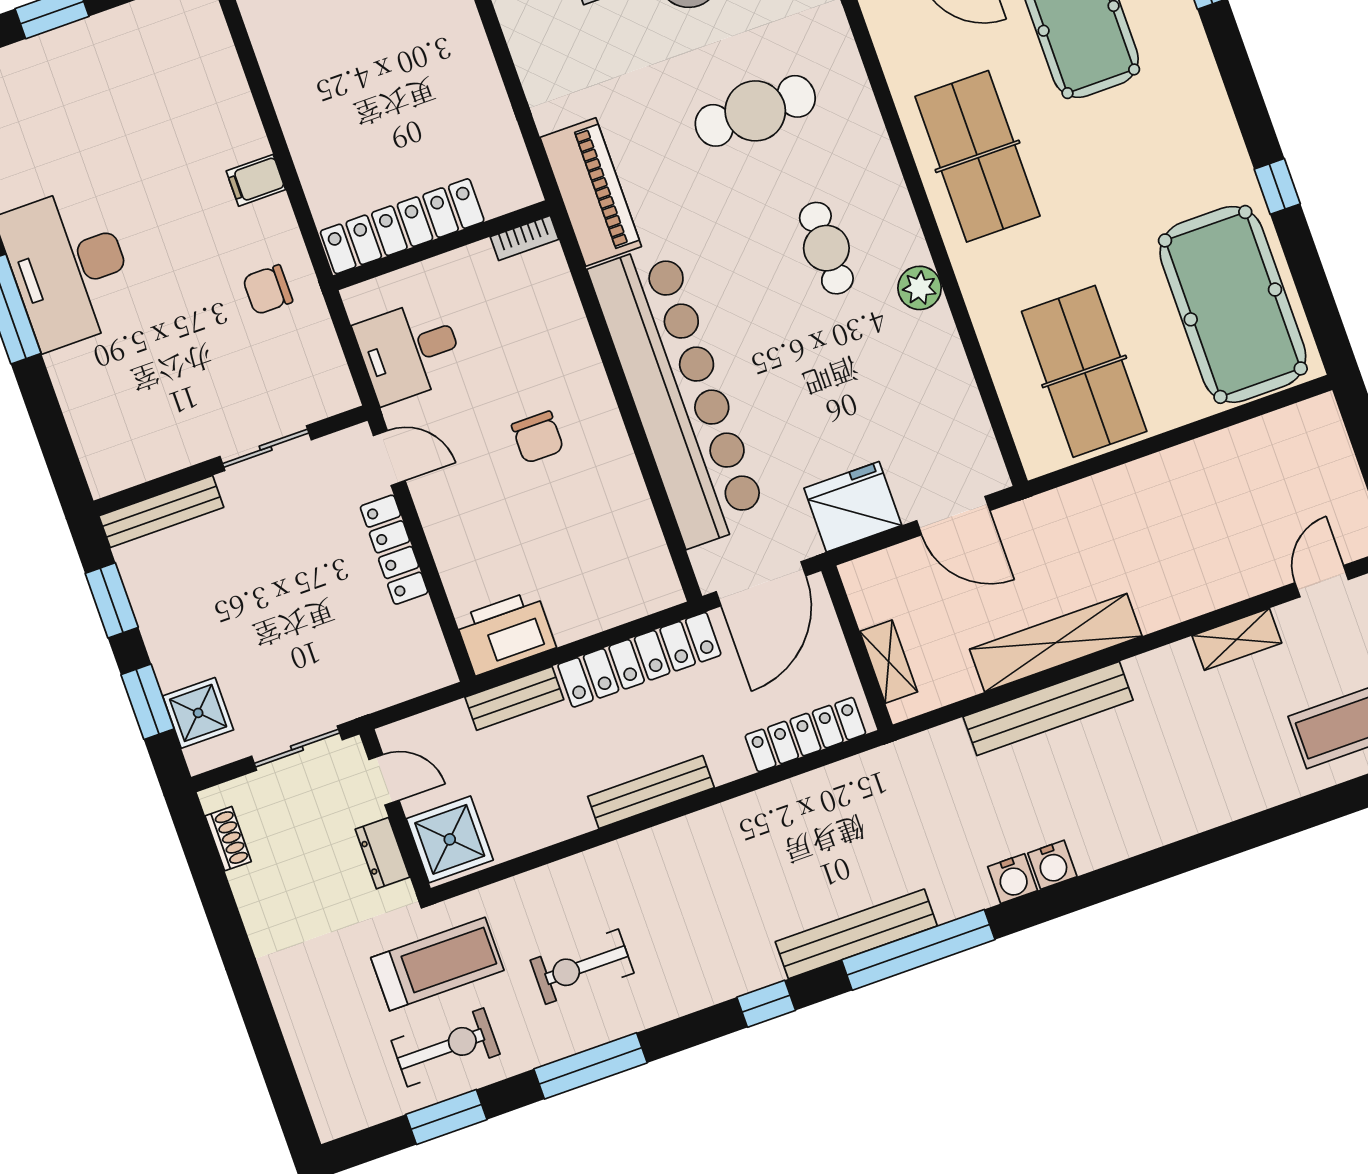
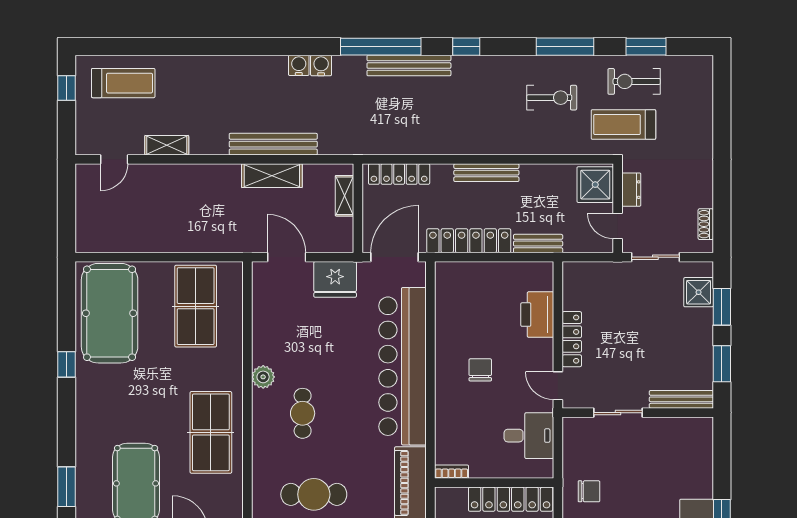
printer: (506, 633) -> (537, 315), moved, turned 90
shelving: (1056, 643) -> (272, 176), width x0.68

